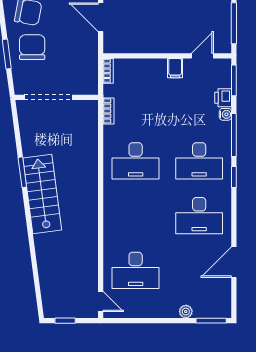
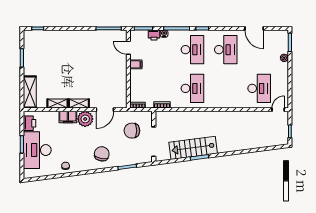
chair: (32, 47) -> (132, 131), moved
stairs: (42, 194) -> (193, 148), moved

